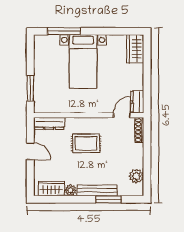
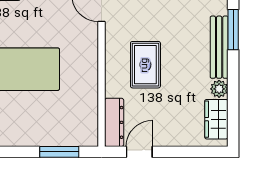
door: (30, 151) -> (139, 152), moved

